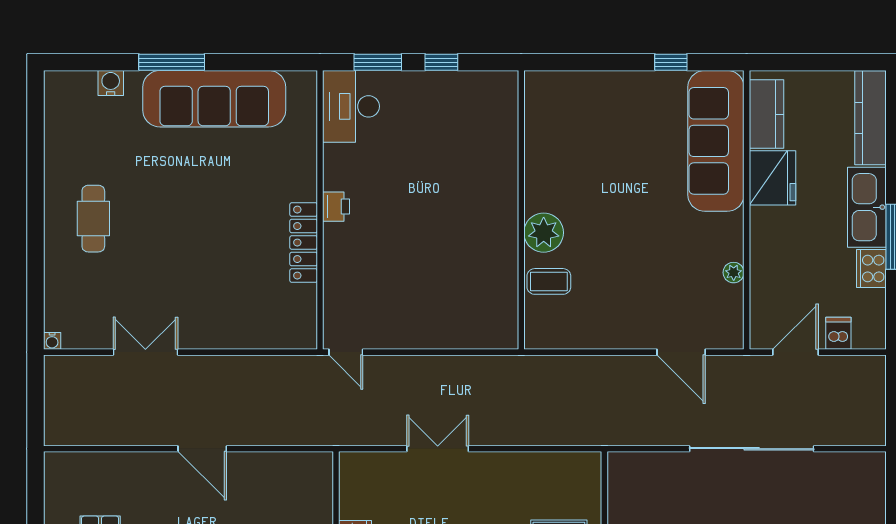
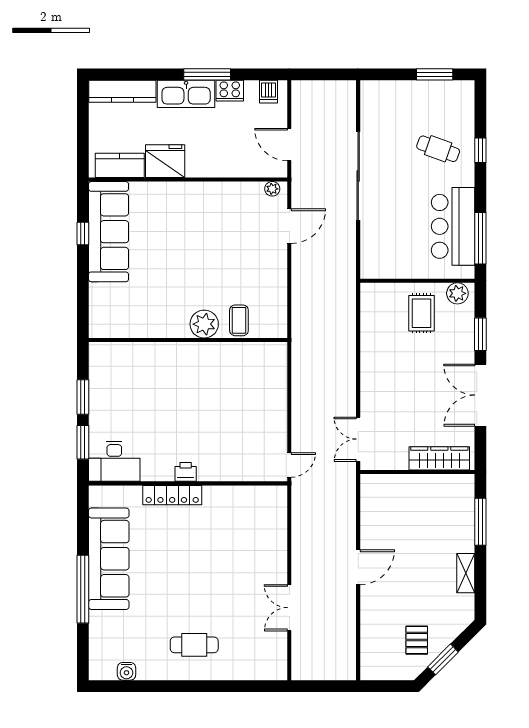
window: (172, 62) -> (83, 589), width x1.46
window: (441, 62) -> (83, 397), width x1.50
water cooler: (111, 83) -> (127, 671), moved, turned -90
sofa: (716, 141) -> (109, 232), moved, turned -90
locker: (304, 243) -> (172, 495), moved
plant: (734, 273) -> (272, 189), moved
dishwasher: (838, 333) -> (268, 92), moved, turned -90
water cooler: (52, 341) -> (281, 674), removed
double door: (438, 449) -> (358, 439), moved

